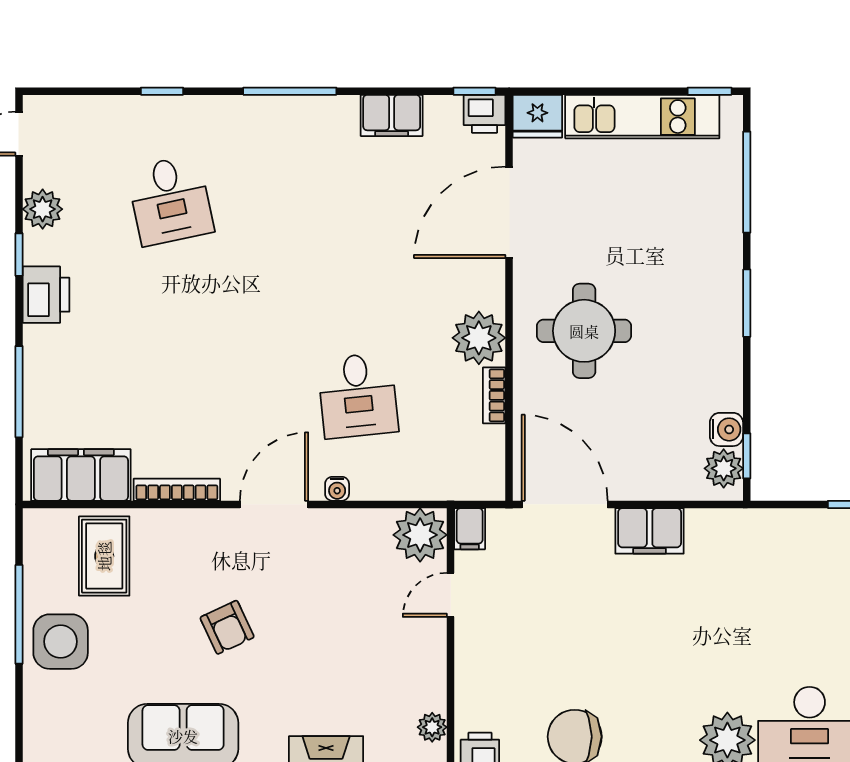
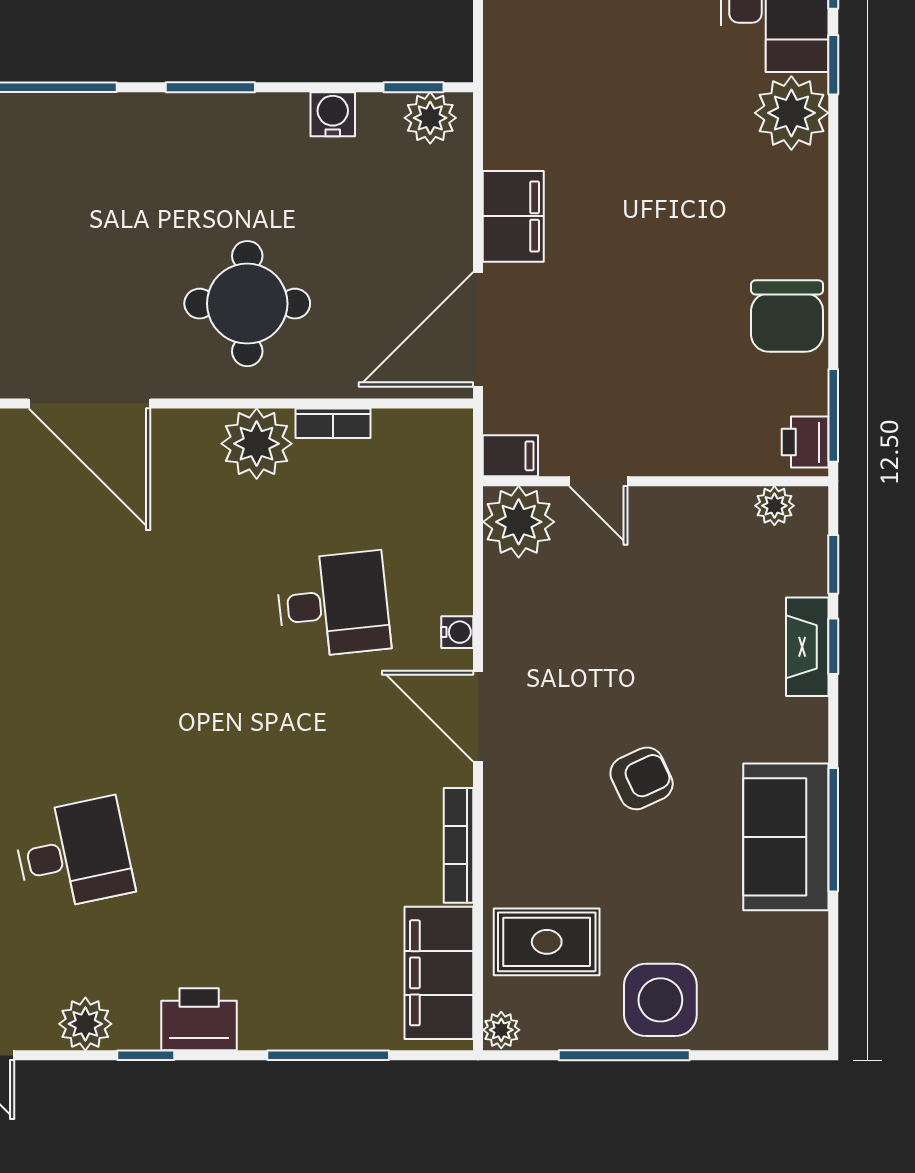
water cooler: (726, 429) -> (333, 114), moved
plant: (38, 522) -> (501, 1030), added

